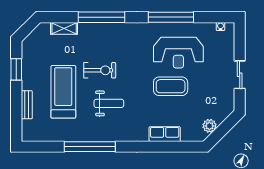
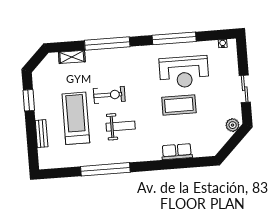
plant: (209, 126) -> (233, 125), moved

